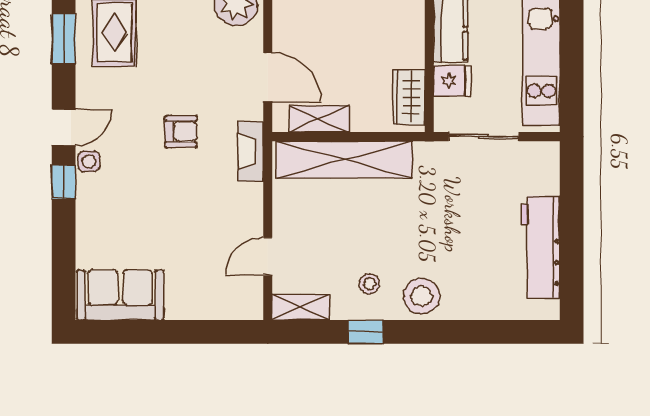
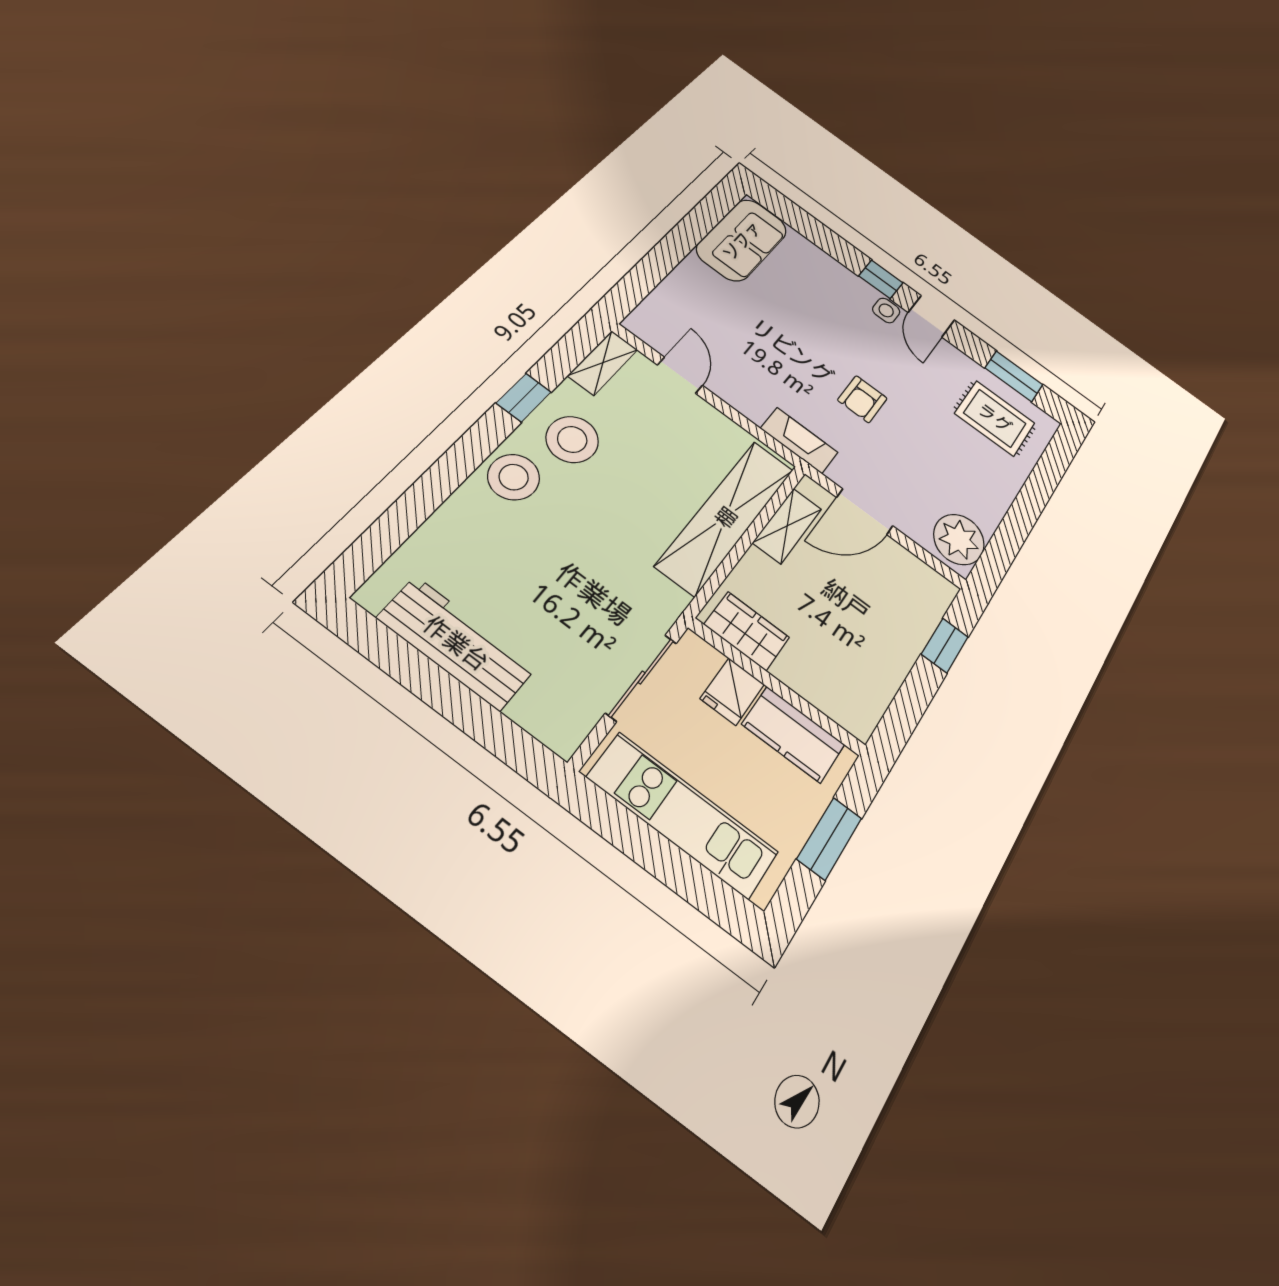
stool: (369, 284) -> (572, 439), width x1.89, depth x1.89

